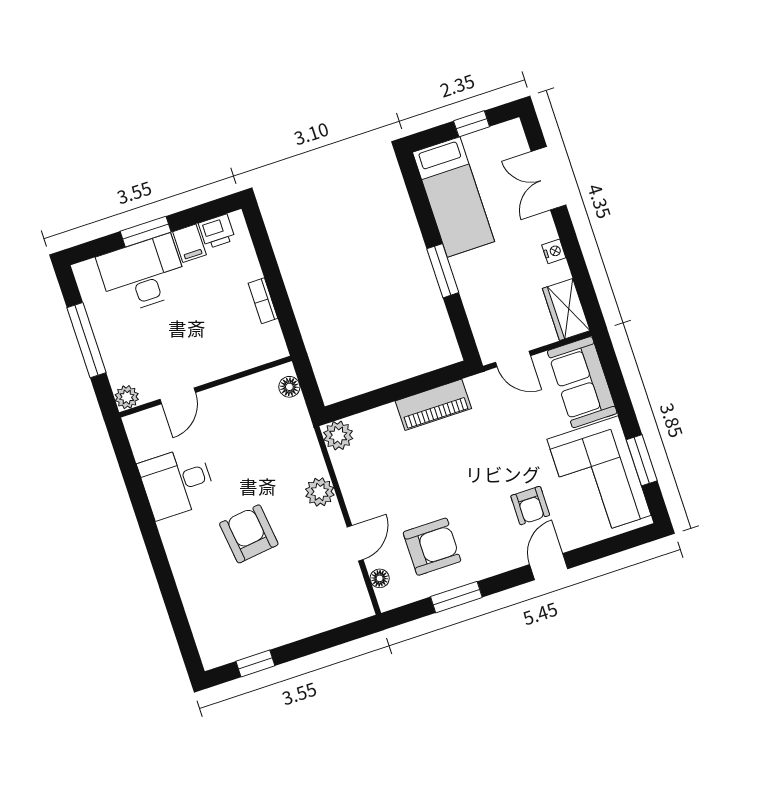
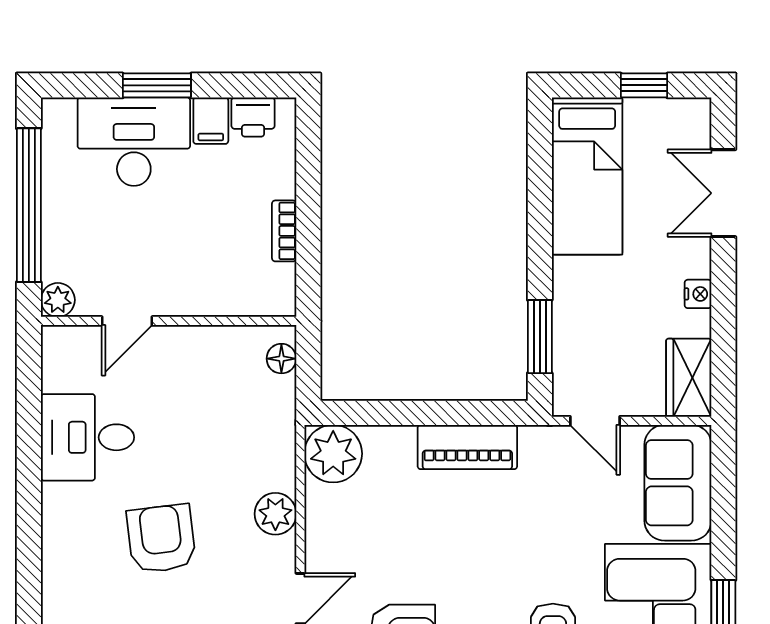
window: (443, 271) -> (540, 337), moved
window: (86, 340) -> (29, 205), width x1.46
plant: (338, 436) -> (333, 454), width x1.36, depth x1.36

